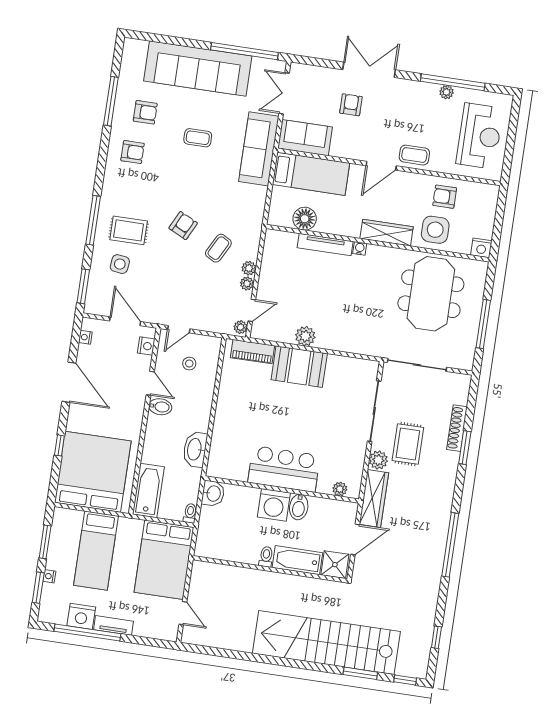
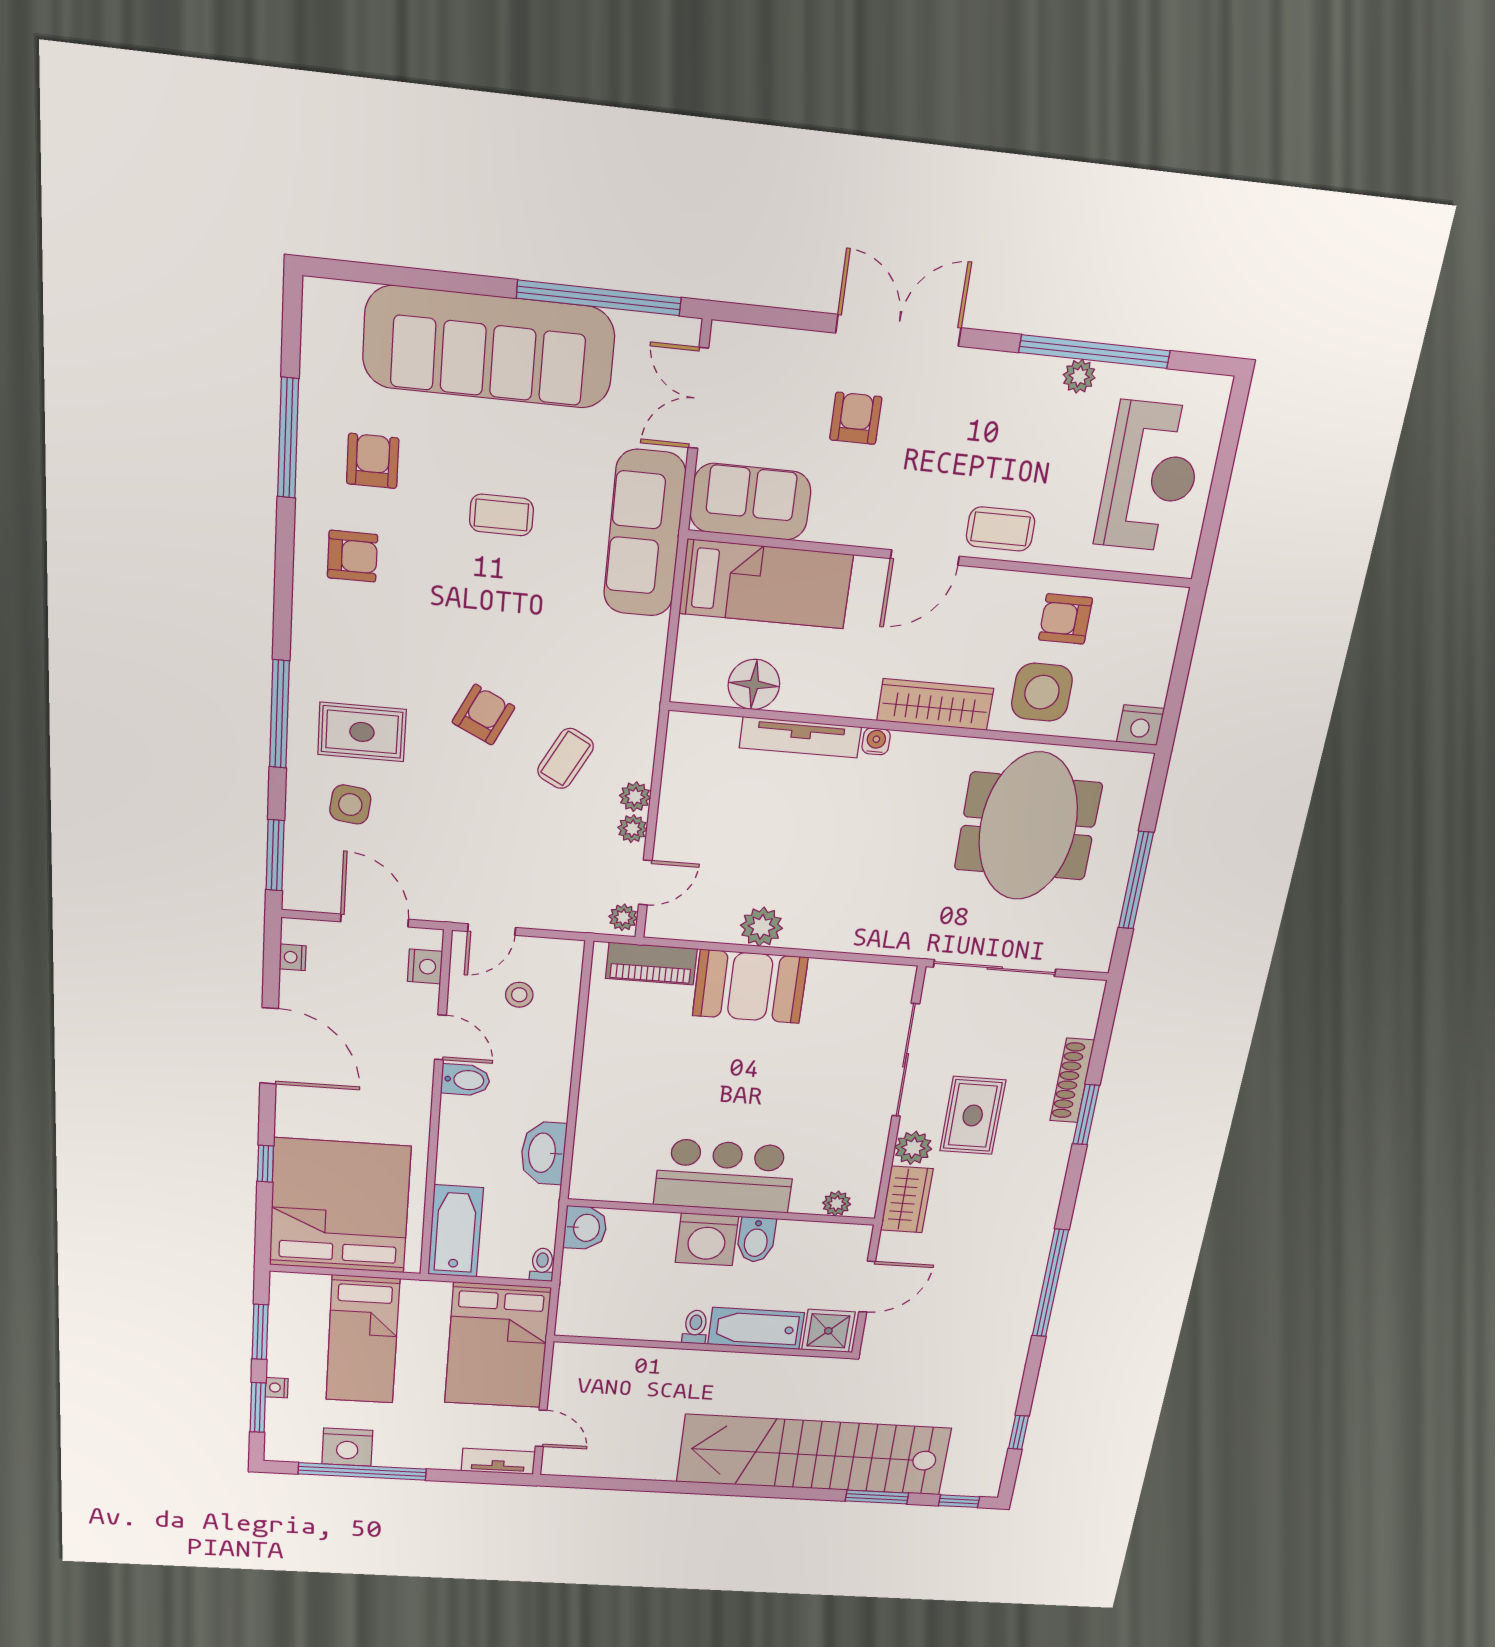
armchair: (145, 112) -> (373, 461), turned -90
wardrobe: (374, 499) -> (907, 1199), width x0.67
tv unit: (114, 625) -> (498, 1461), moved

